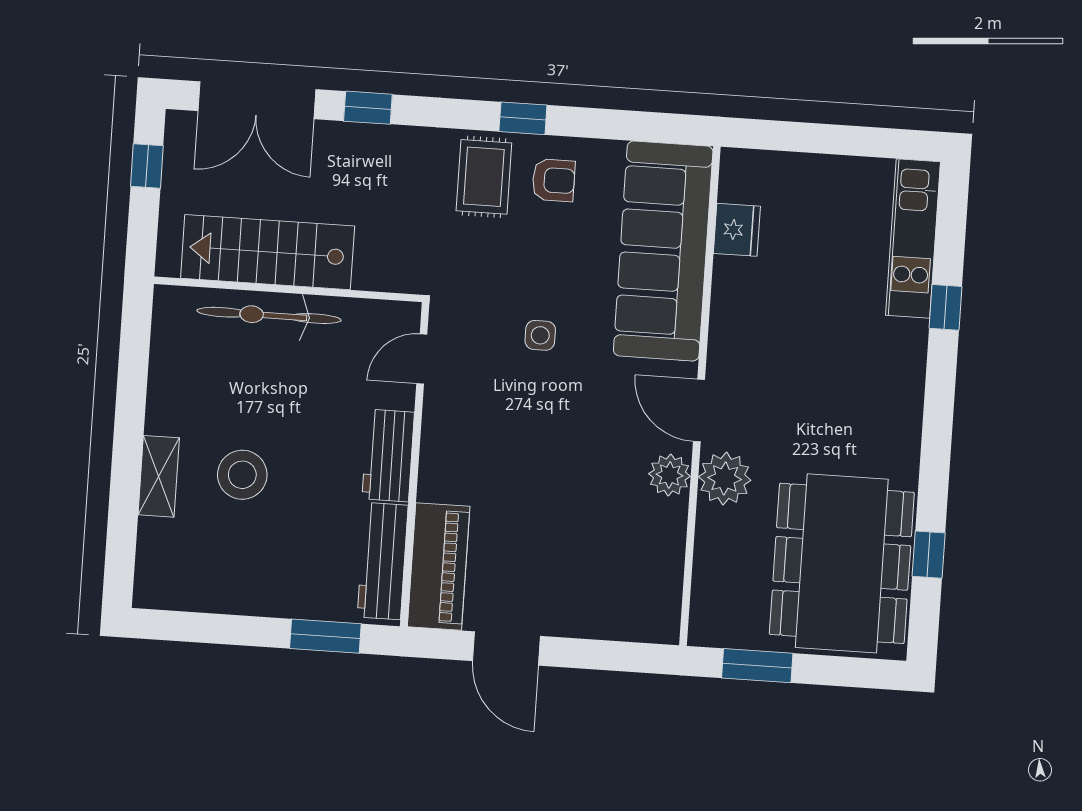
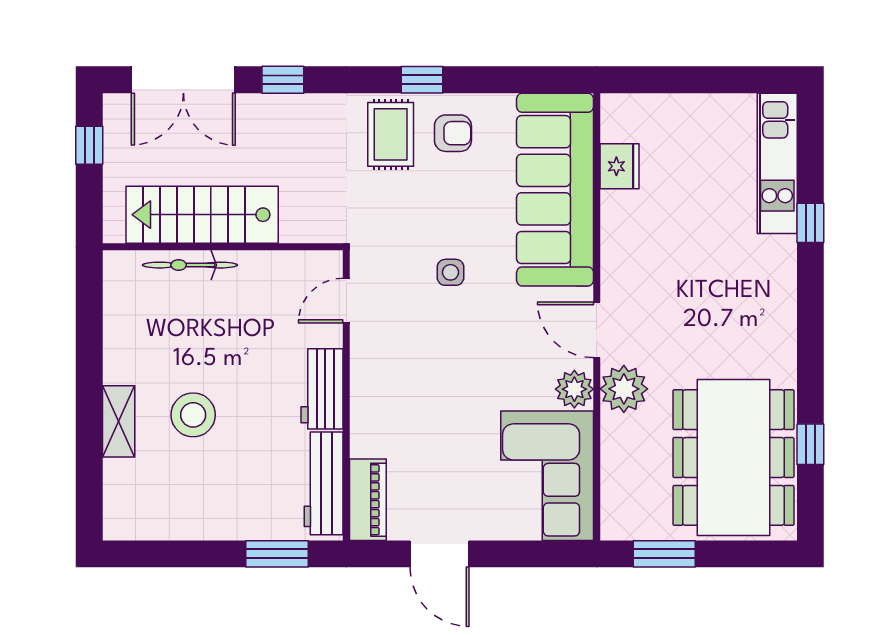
bicycle: (269, 315) -> (190, 265), width x0.73, depth x0.71
piano: (439, 566) -> (368, 500), width x0.73, depth x0.75
corner sofa: (632, 569) -> (547, 476), added

